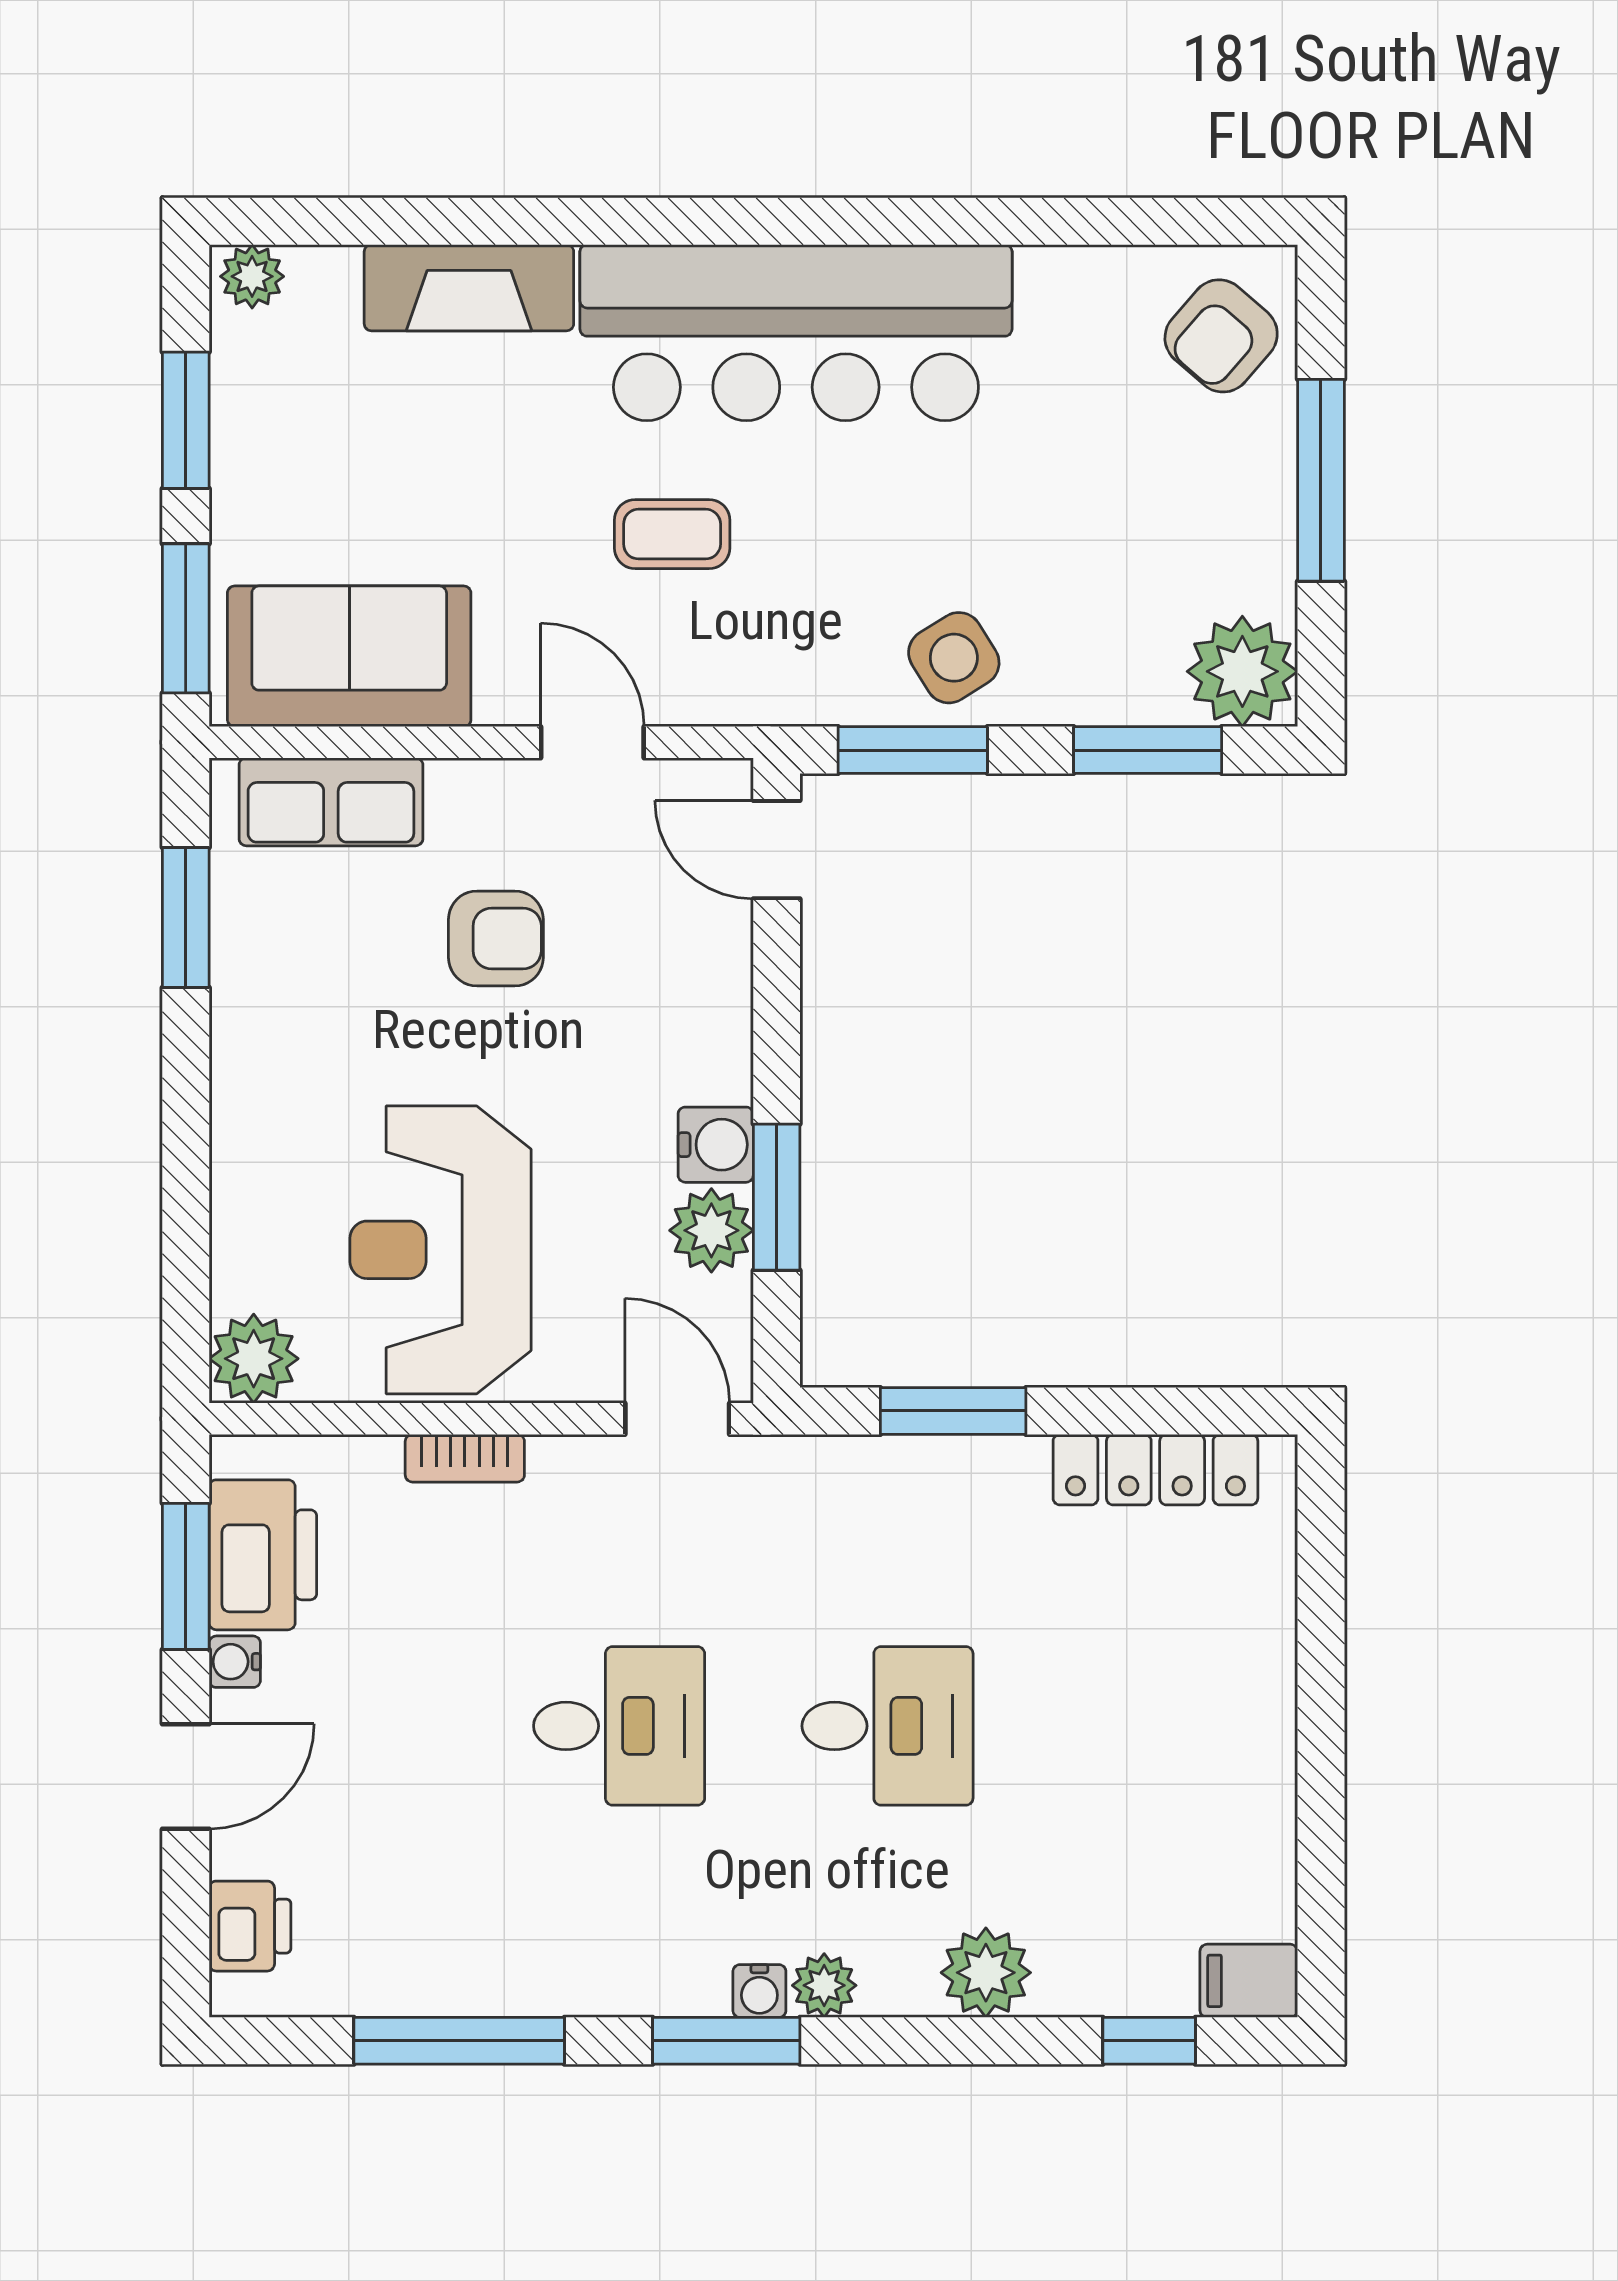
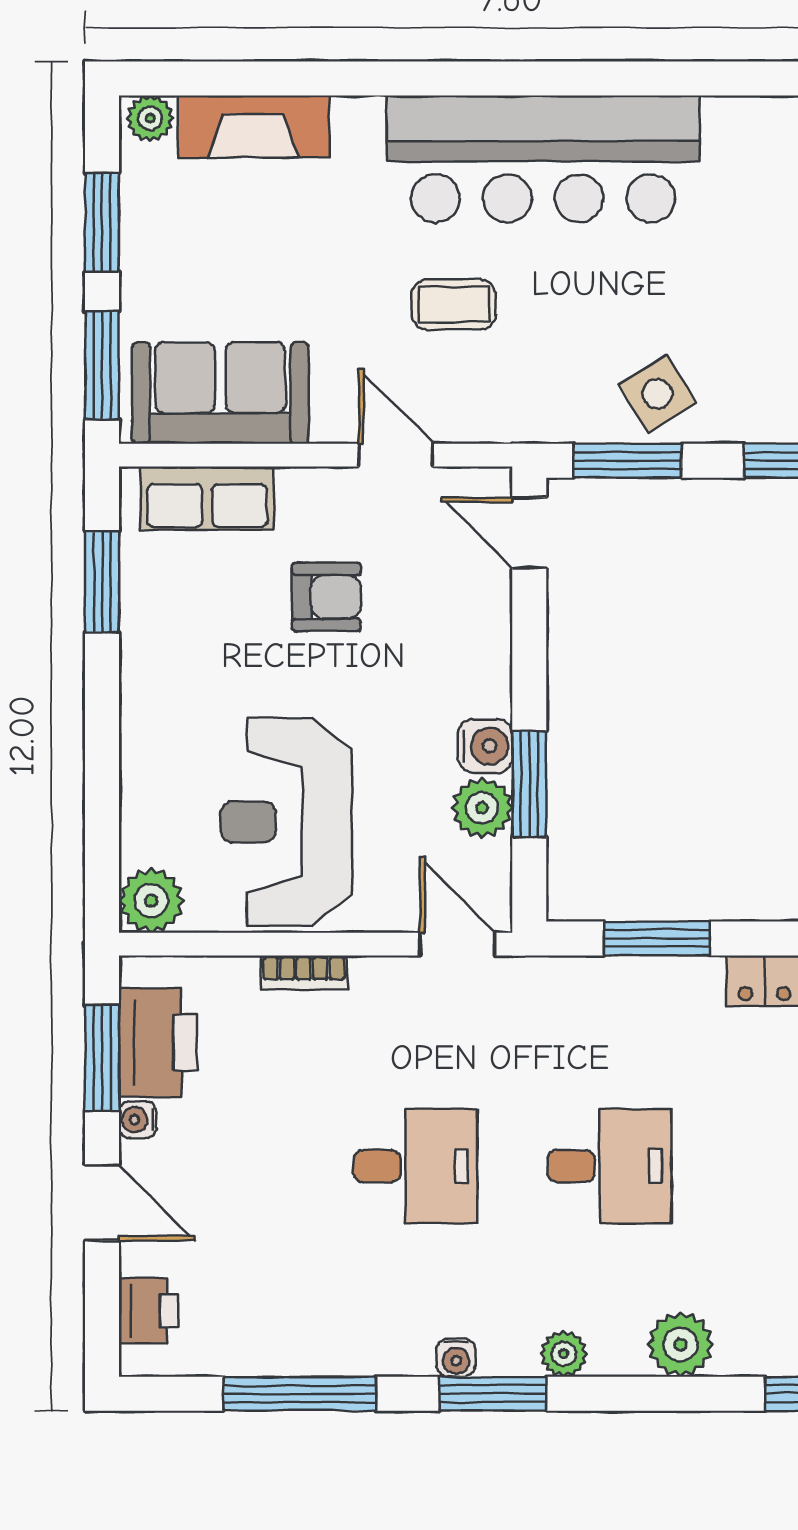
fireplace: (469, 288) -> (253, 126), moved
door: (186, 1776) -> (102, 1203), hinge flipped
water cooler: (759, 1991) -> (456, 1358), moved

